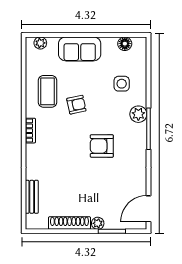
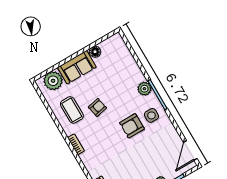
plant: (40, 43) -> (53, 81), width x1.88, depth x1.88
floor lamp: (125, 44) -> (95, 52), moved
side table: (122, 84) -> (151, 115), moved

